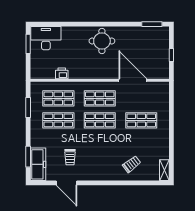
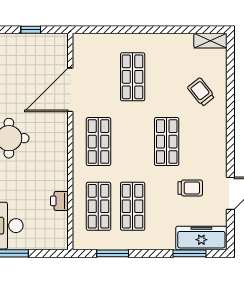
shop shelf: (100, 120) -> (167, 142), moved

